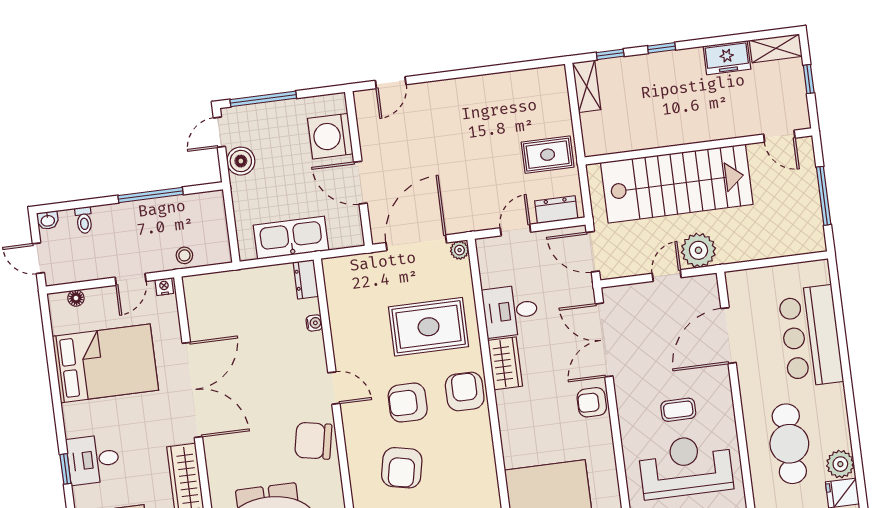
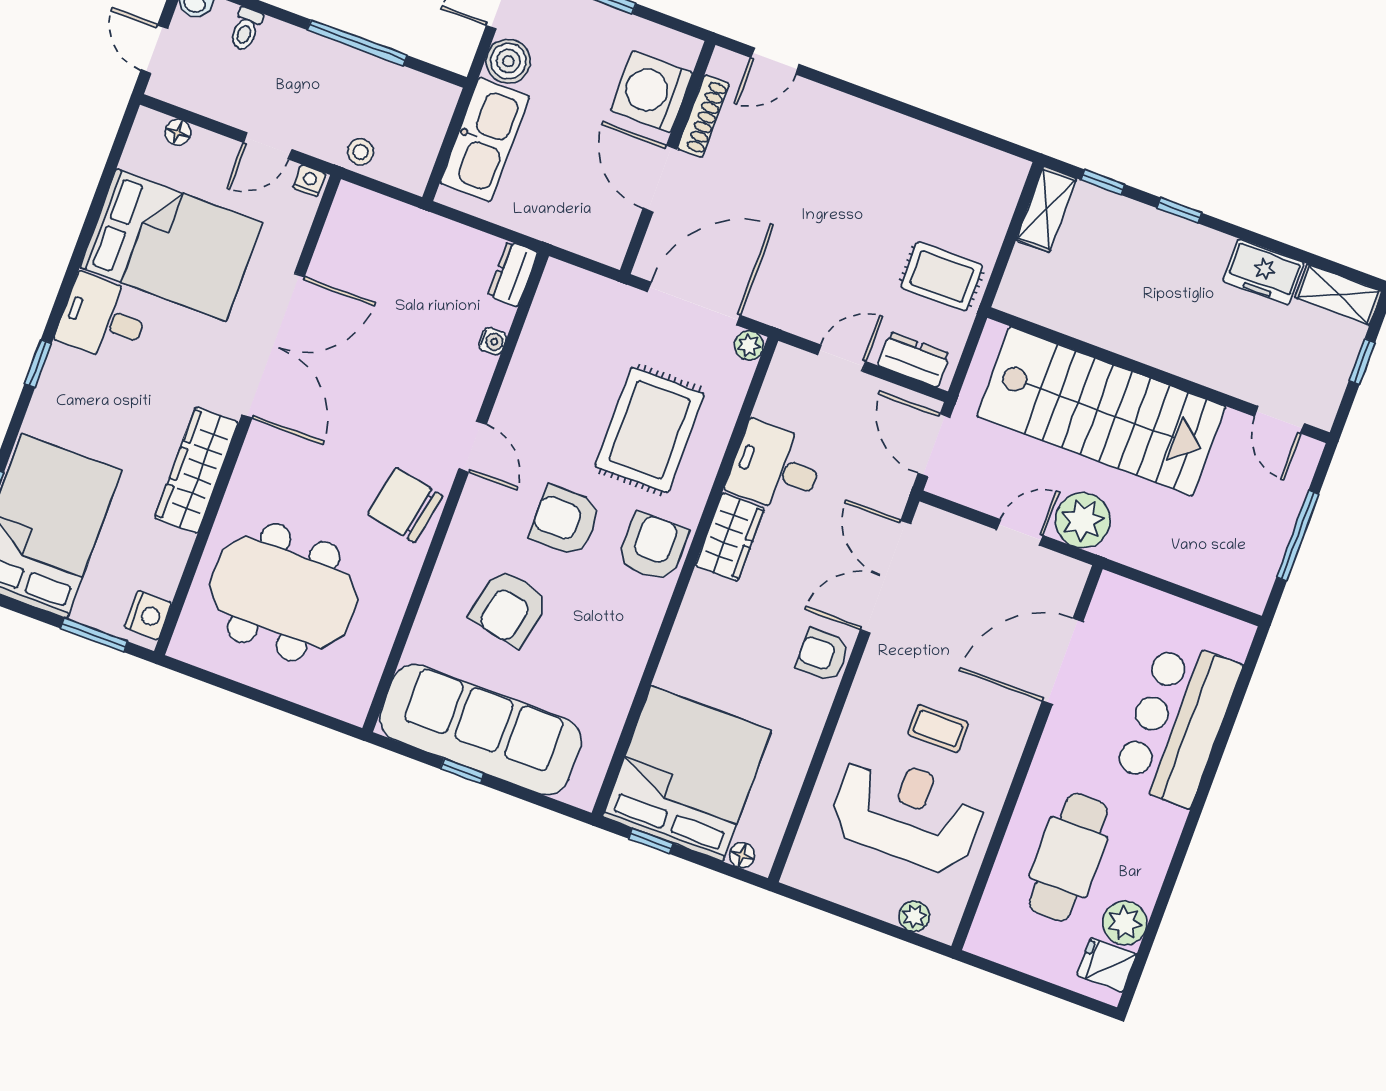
shoe rack: (367, 135) -> (703, 116), added
kitchen sink: (291, 238) -> (485, 140), moved, turned 90
rug: (429, 327) -> (650, 430), turned 90
desk: (93, 460) -> (103, 318), moved

